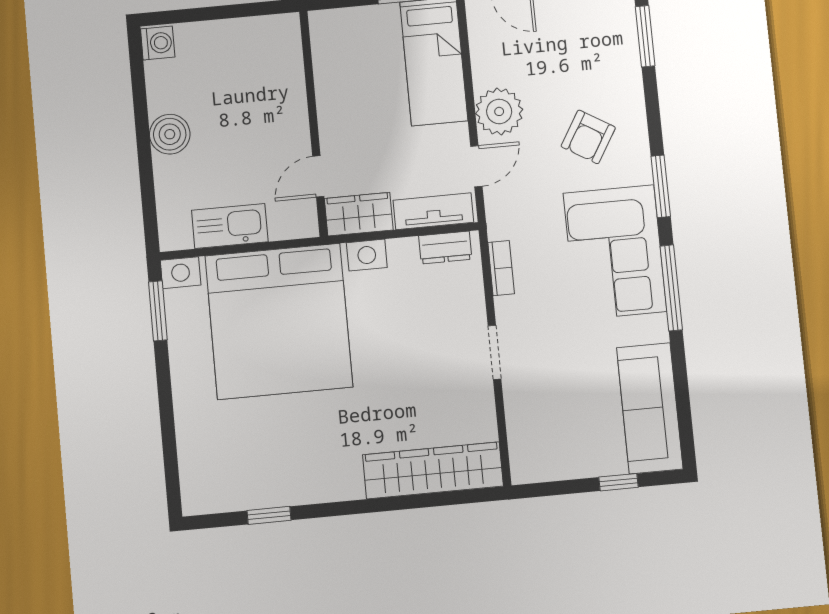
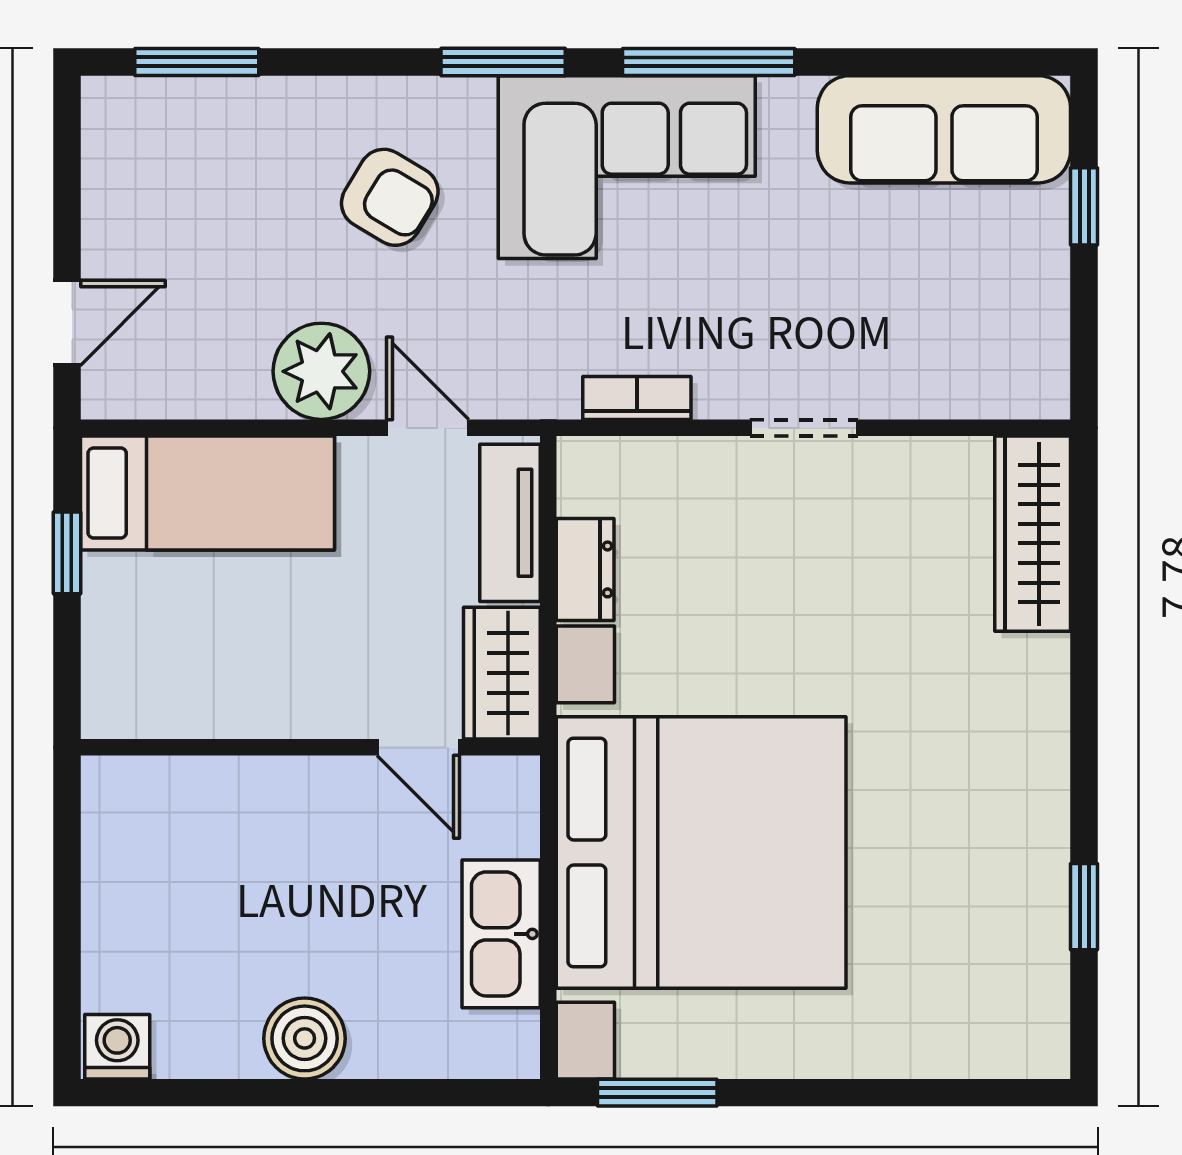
dresser: (445, 248) -> (585, 569), moved
wardrobe: (433, 470) -> (1033, 534), width x0.71, depth x0.85

